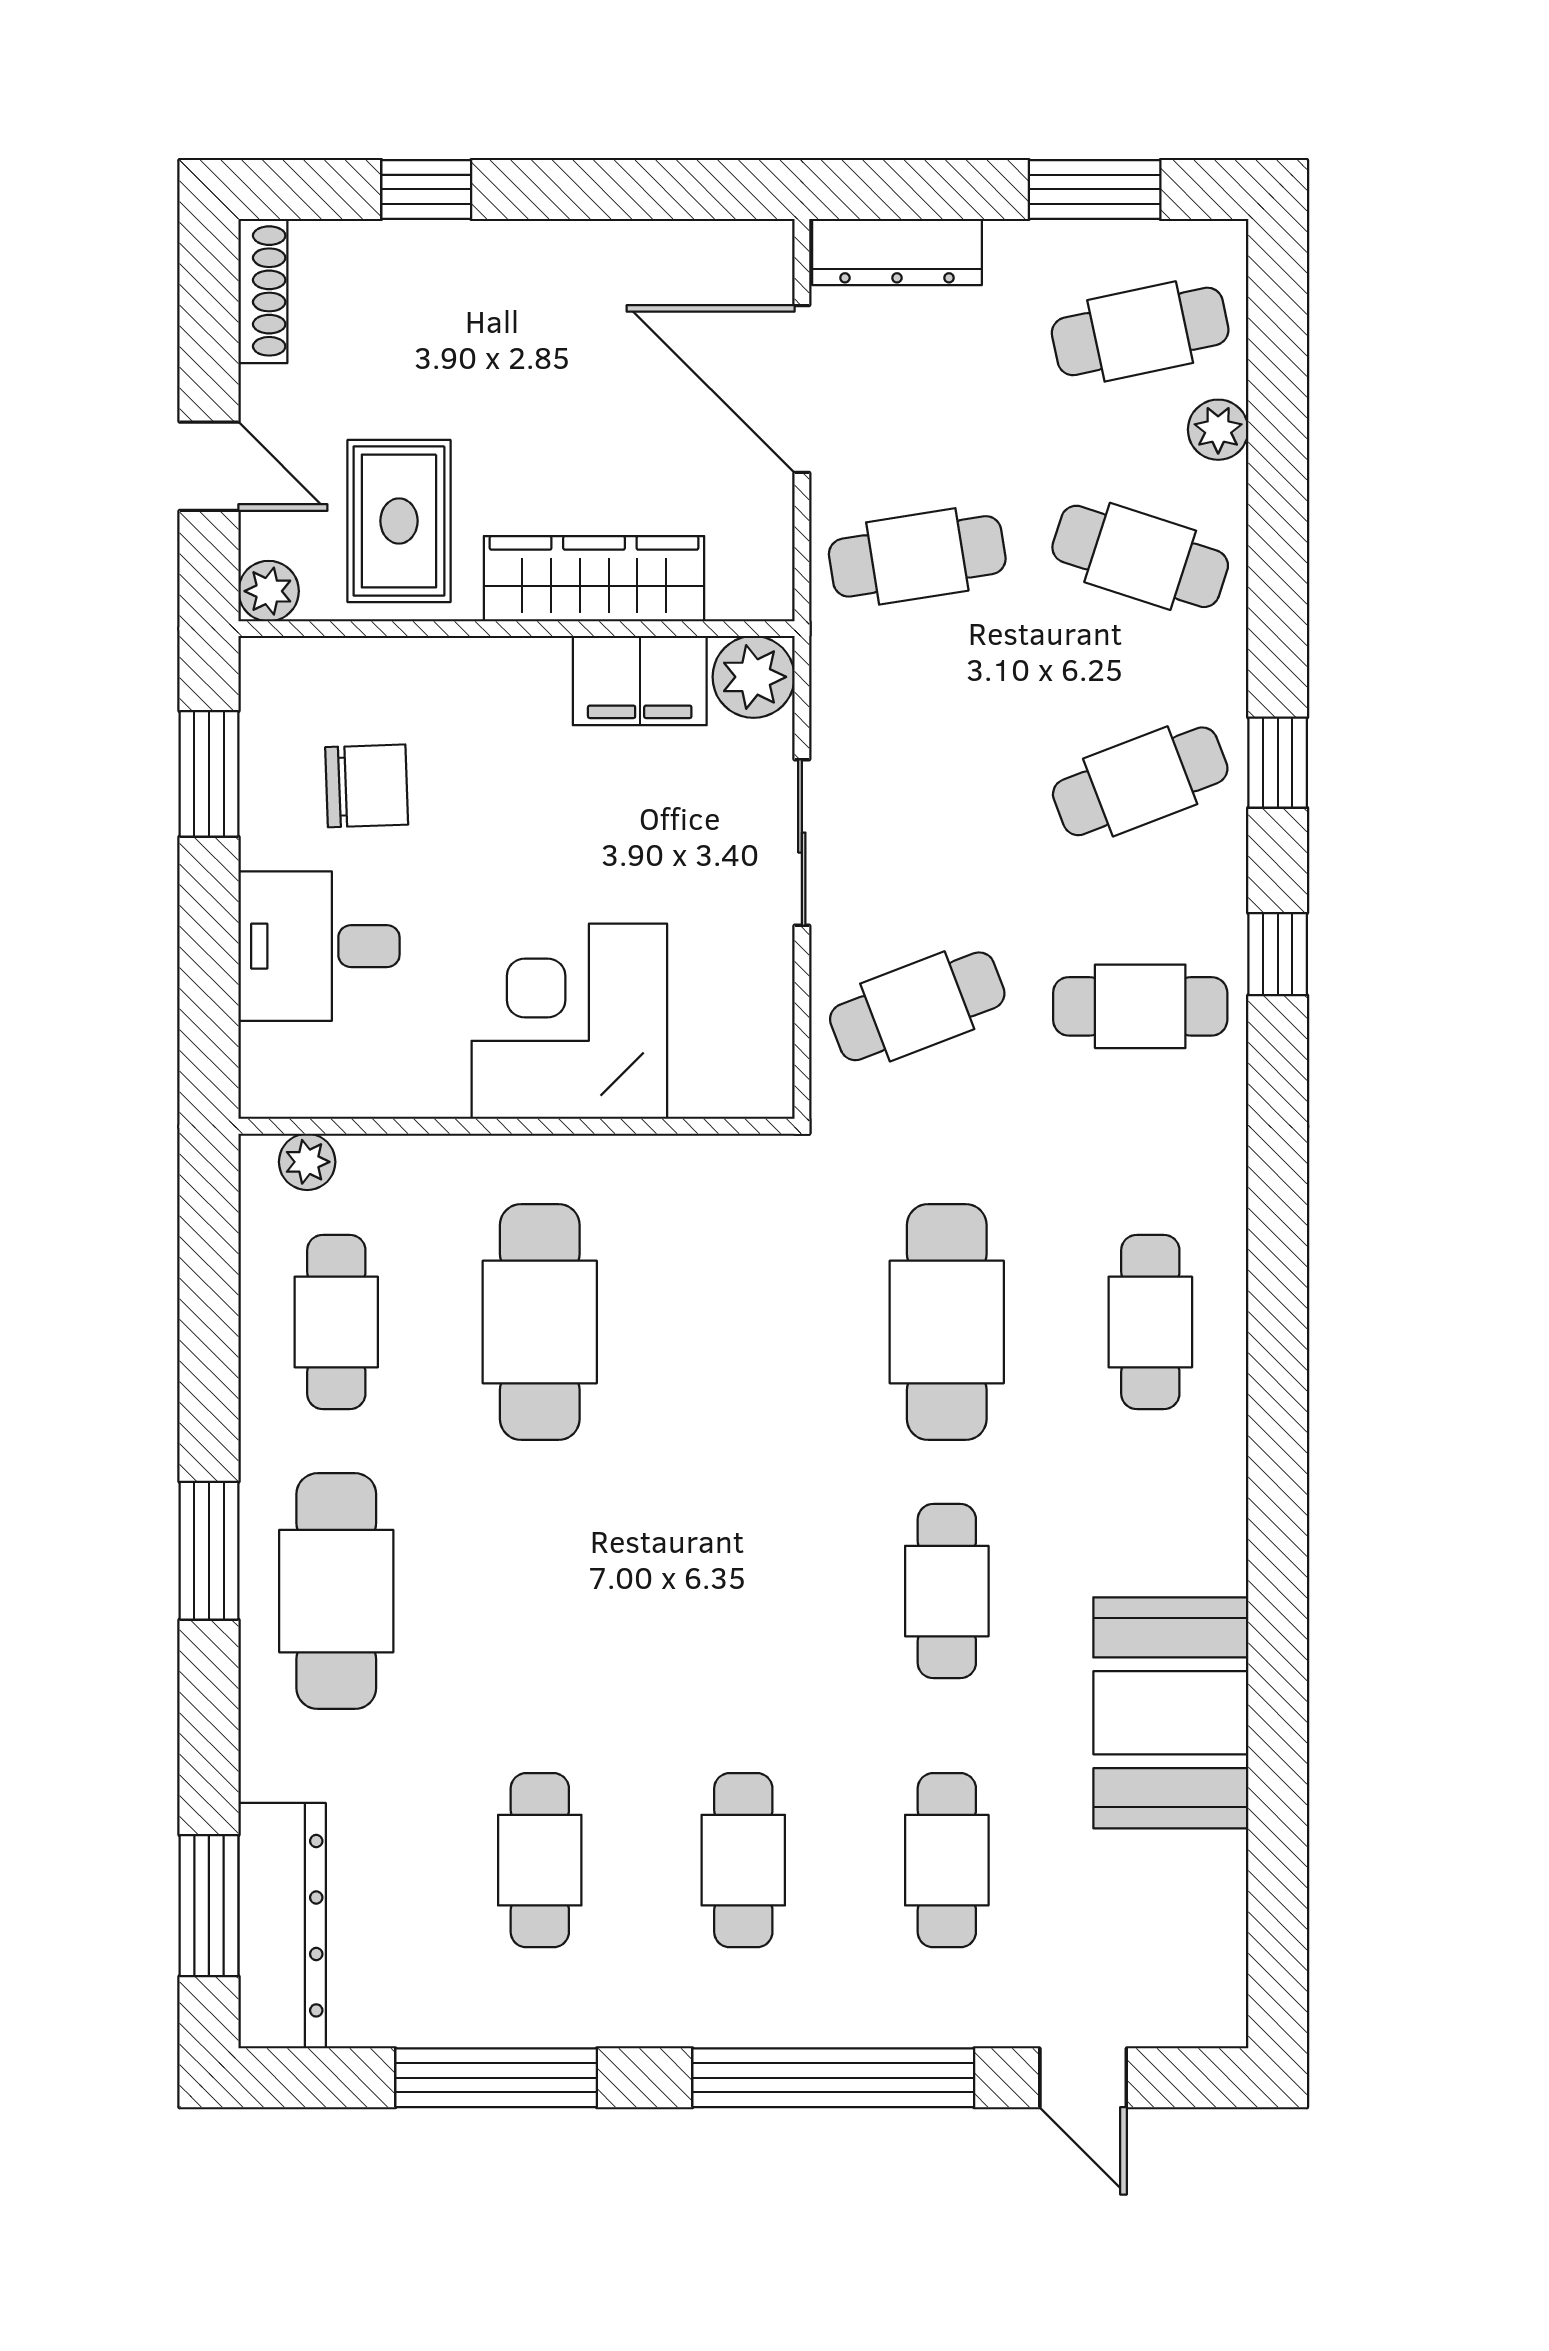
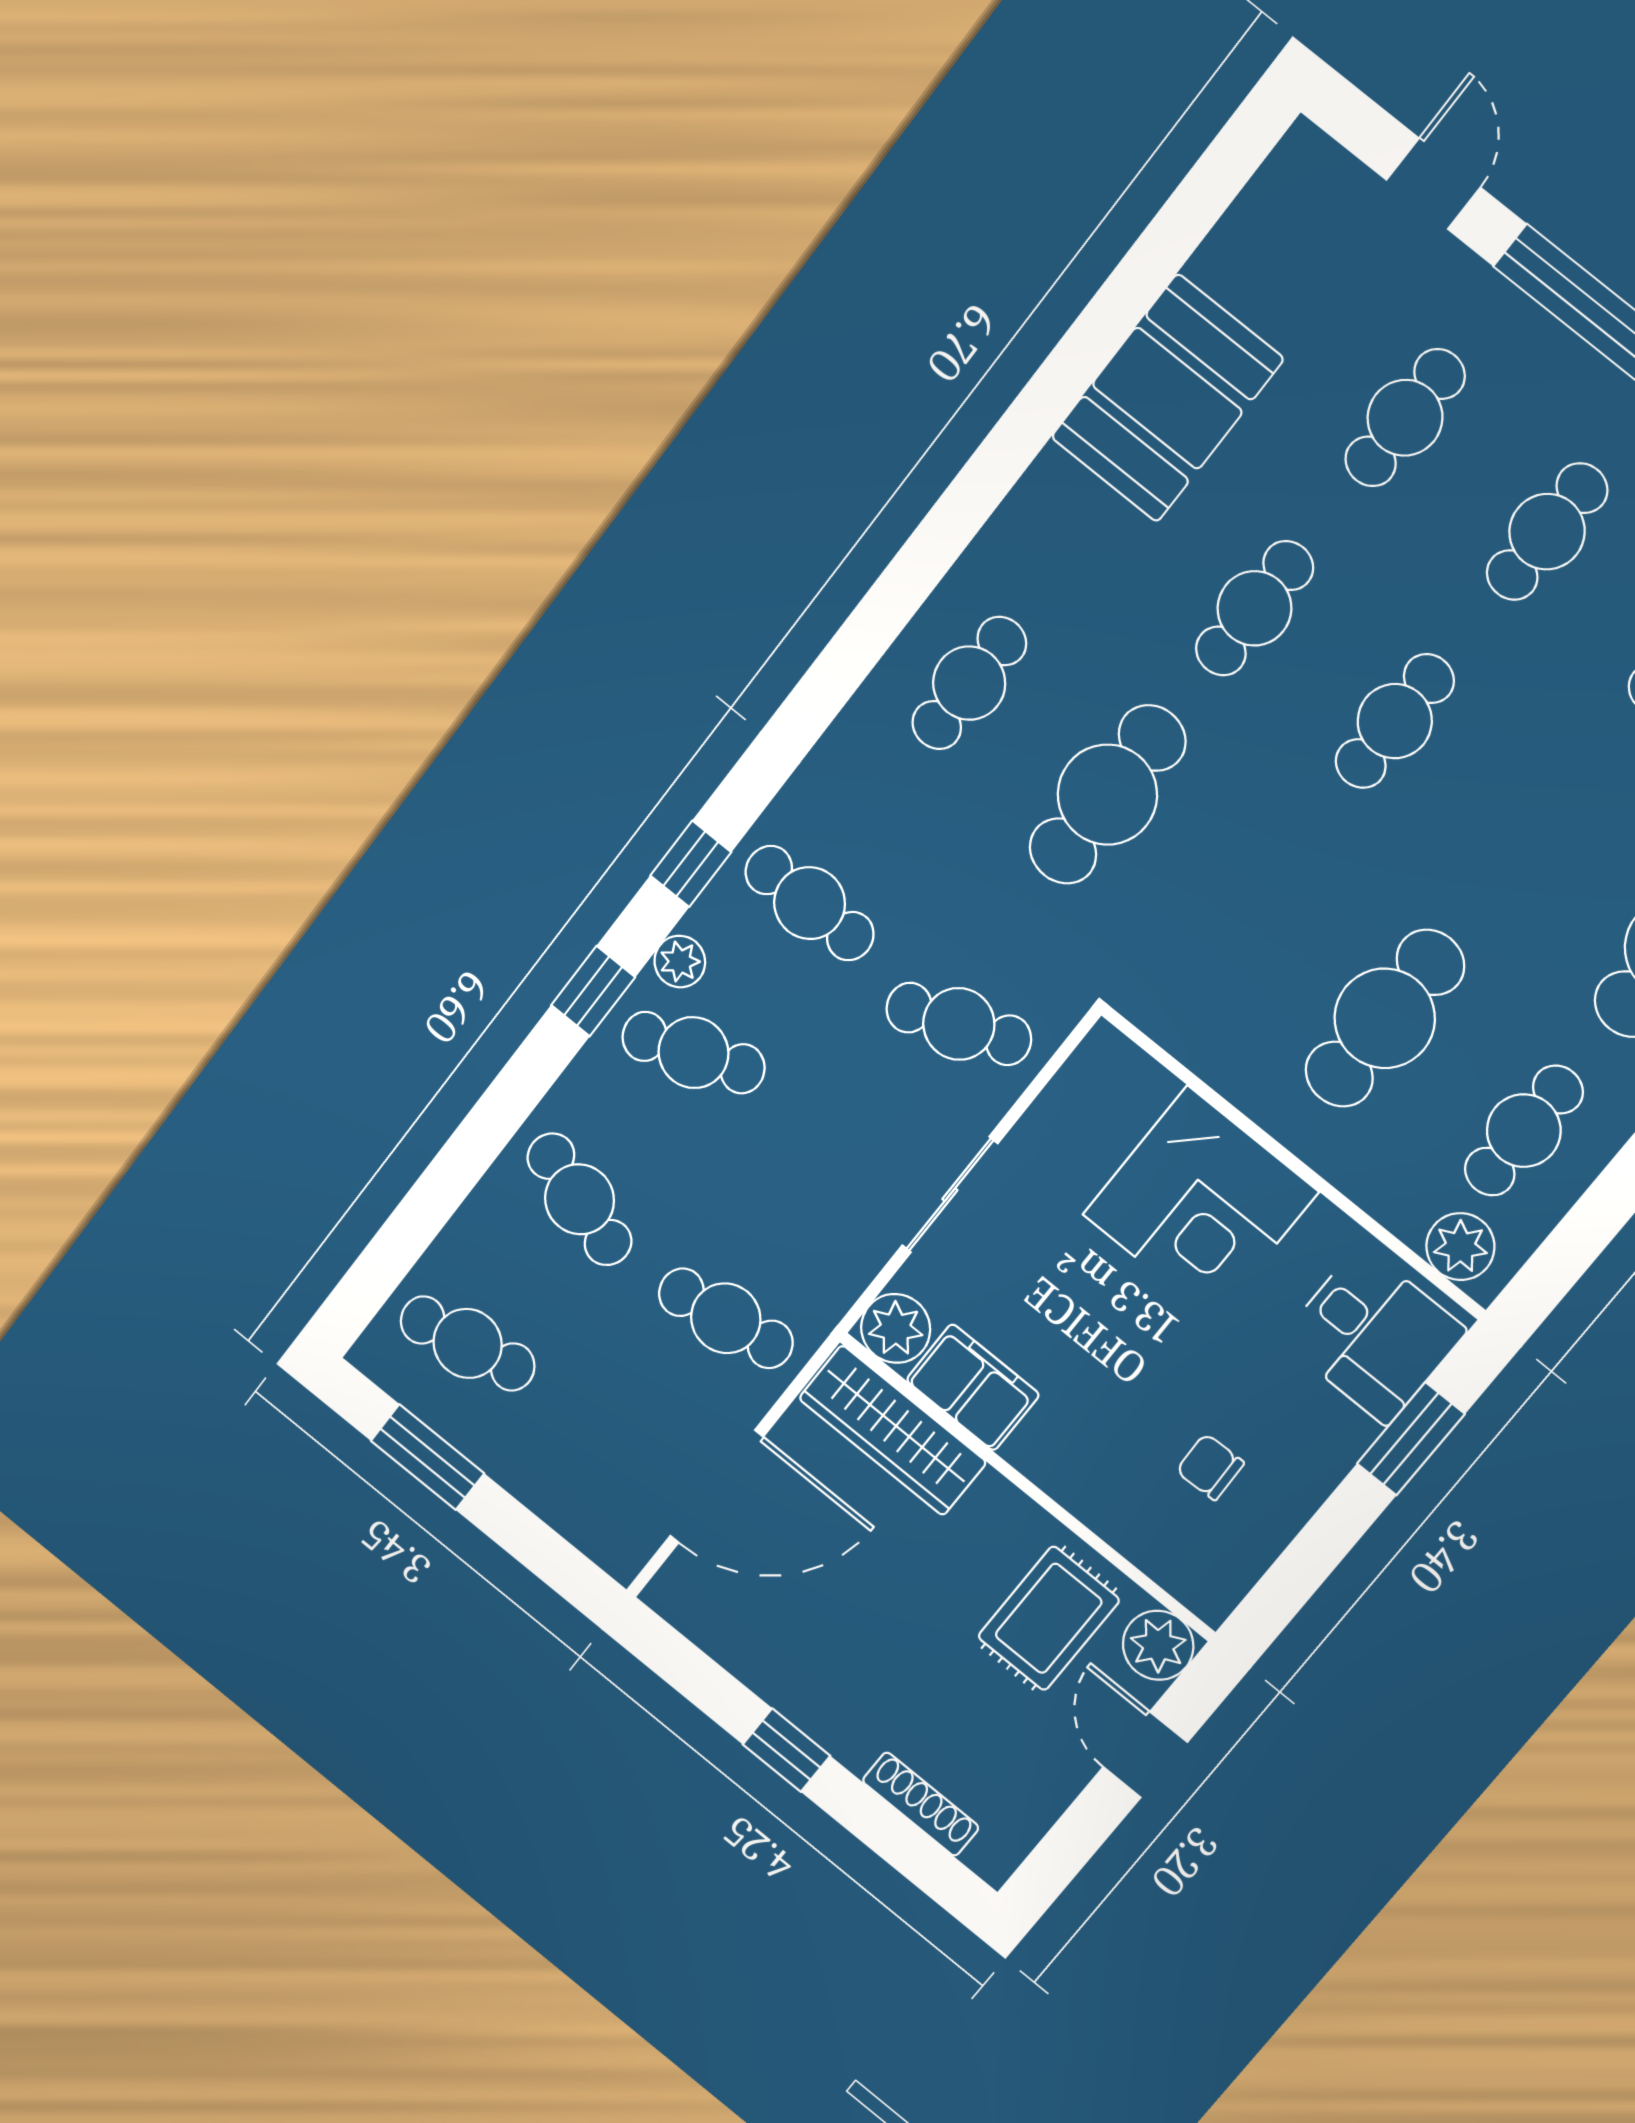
window: (426, 189) -> (786, 1750), moved
dresser: (897, 252) -> (586, 1522), removed
shoe rack: (263, 291) -> (921, 1804), moved, turned 90
door: (802, 389) -> (717, 1486), hinge flipped
plant: (1218, 430) -> (680, 962), moved
wardrobe: (594, 579) -> (893, 1430), moved
plant: (269, 591) -> (1158, 1645), width x1.38, depth x1.38
window: (209, 774) -> (1411, 1439), moved
chair: (367, 786) -> (1210, 1467), width x0.73, depth x0.73
desk: (319, 946) -> (1373, 1335), moved
plant: (307, 1162) -> (1460, 1247), width x1.38, depth x1.38
cafe table: (743, 1591) -> (1395, 721), added

